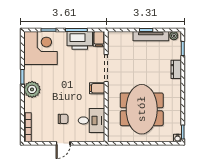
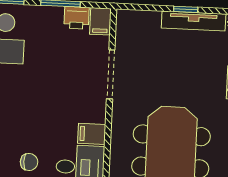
printer: (80, 40) -> (77, 18), width x0.53, depth x0.68
filing cabinet: (97, 88) -> (92, 134), moved

